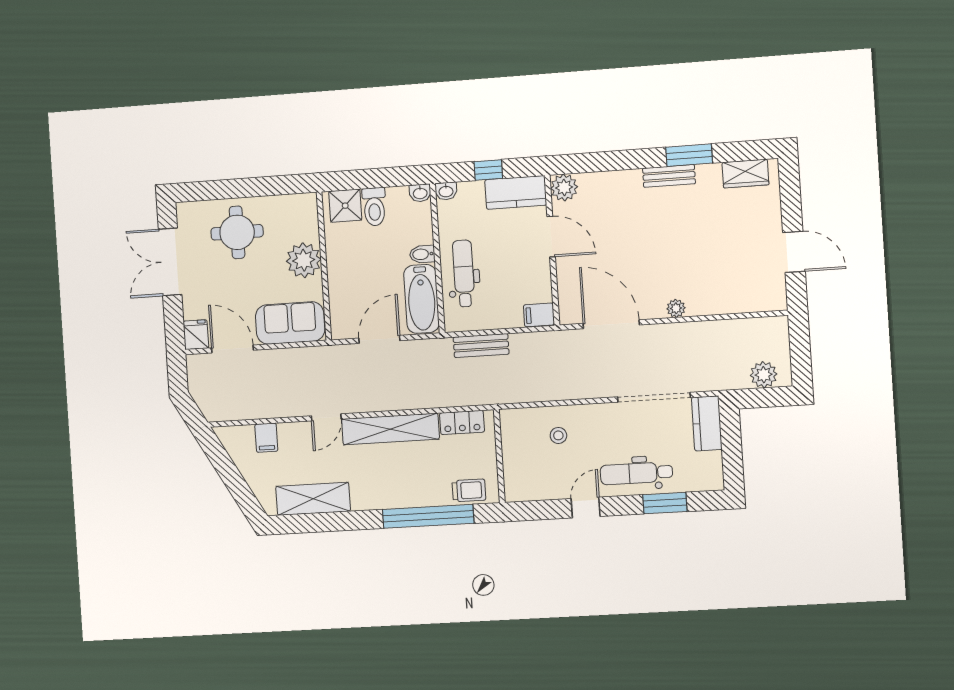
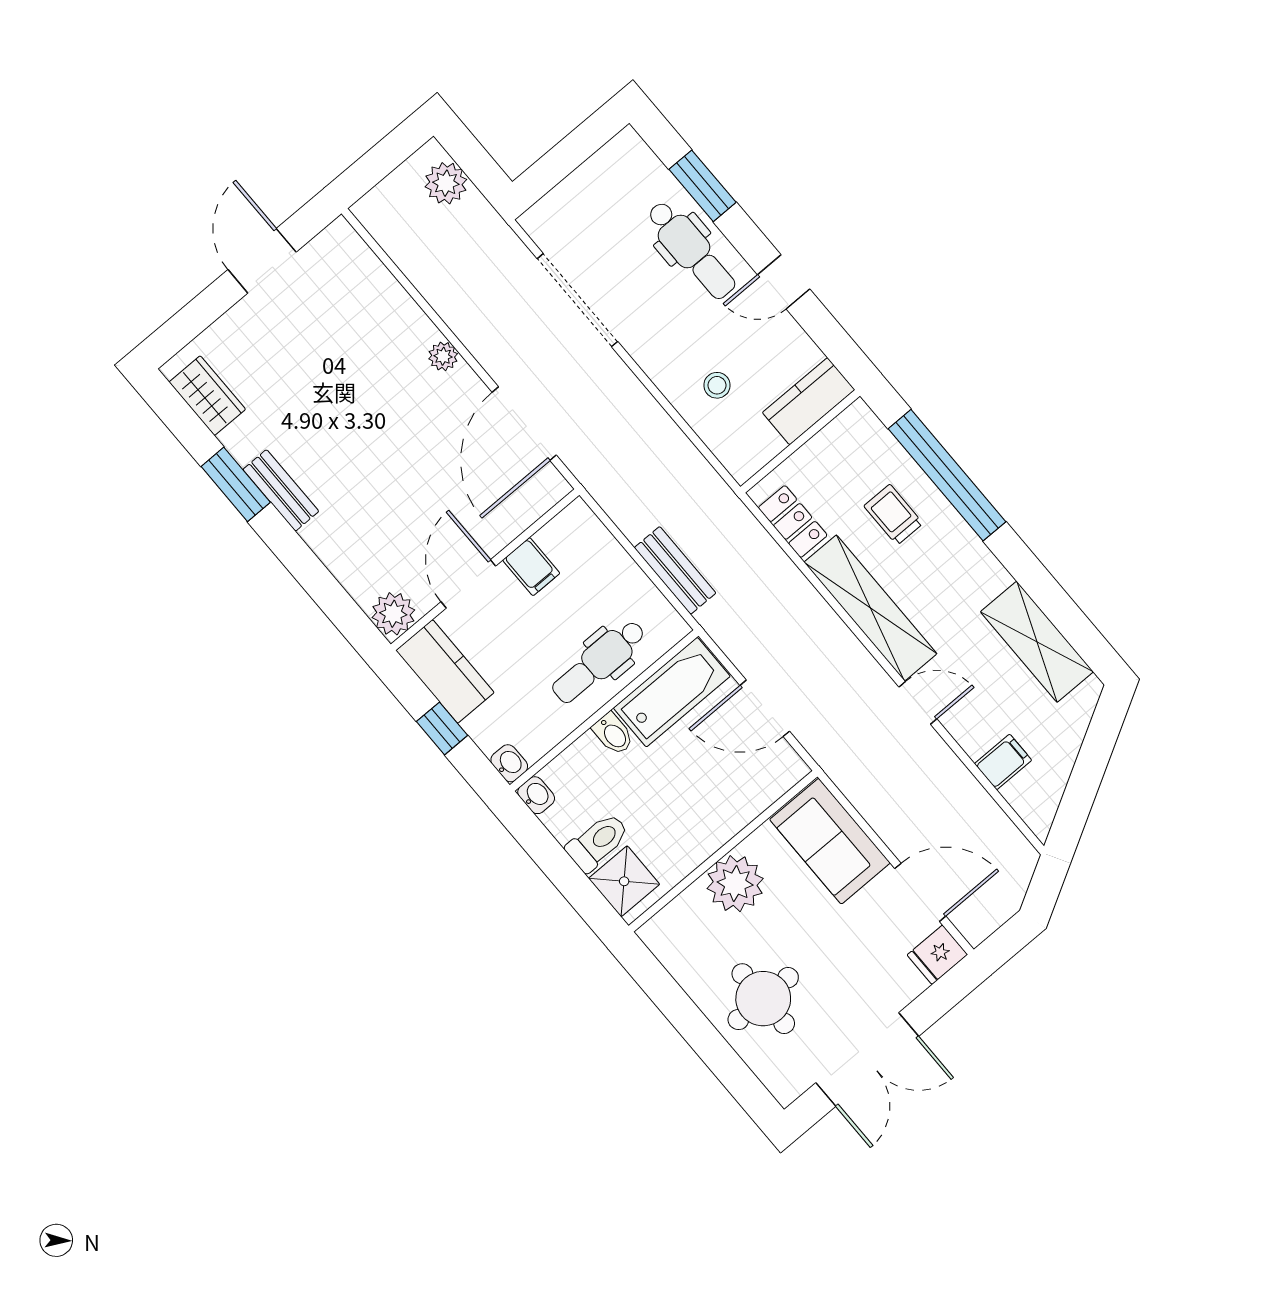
filing cabinet: (539, 315) -> (531, 567), moved
door: (232, 349) -> (920, 892), swing flipped
kitchen counter: (707, 423) -> (809, 401), moved, turned 180
trolley: (469, 490) -> (893, 515), moved

